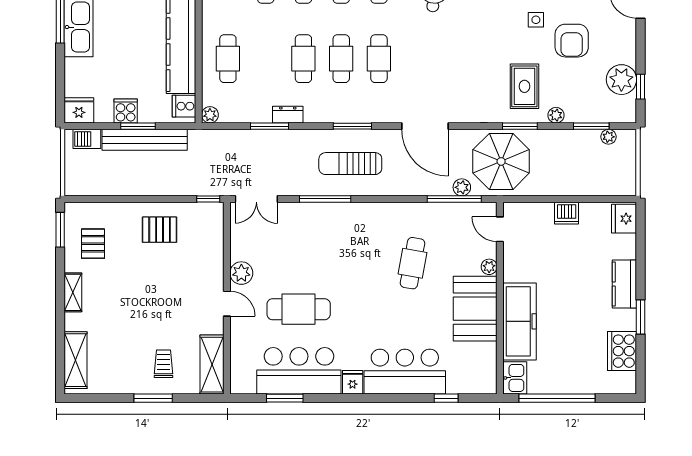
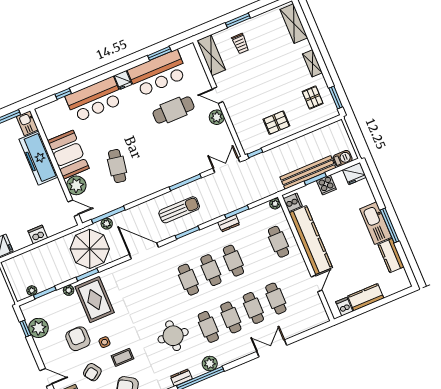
rug: (524, 86) -> (95, 300), width x1.36, depth x1.43
plant: (489, 267) -> (76, 185), width x1.88, depth x1.88

